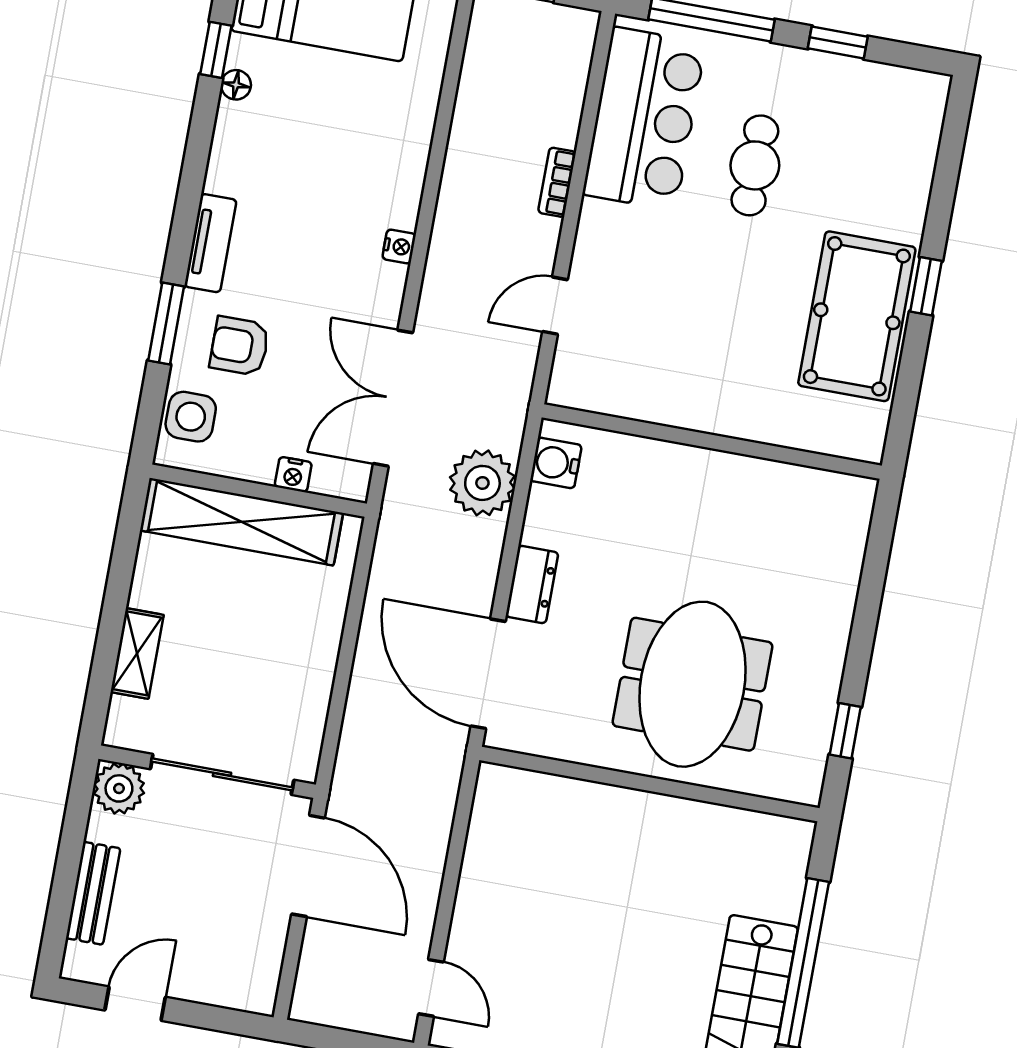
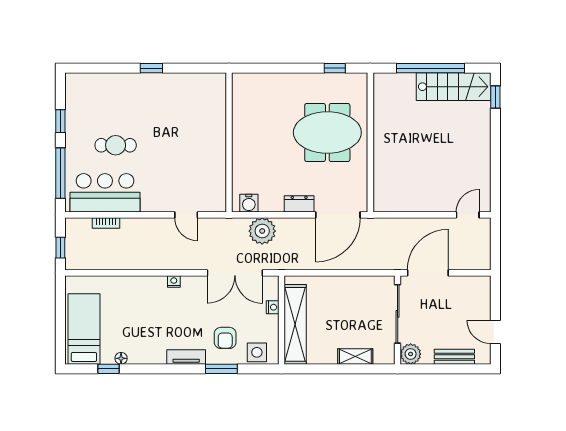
bookcase: (557, 182) -> (106, 223), moved
pool table: (857, 316) -> (168, 94), removed

